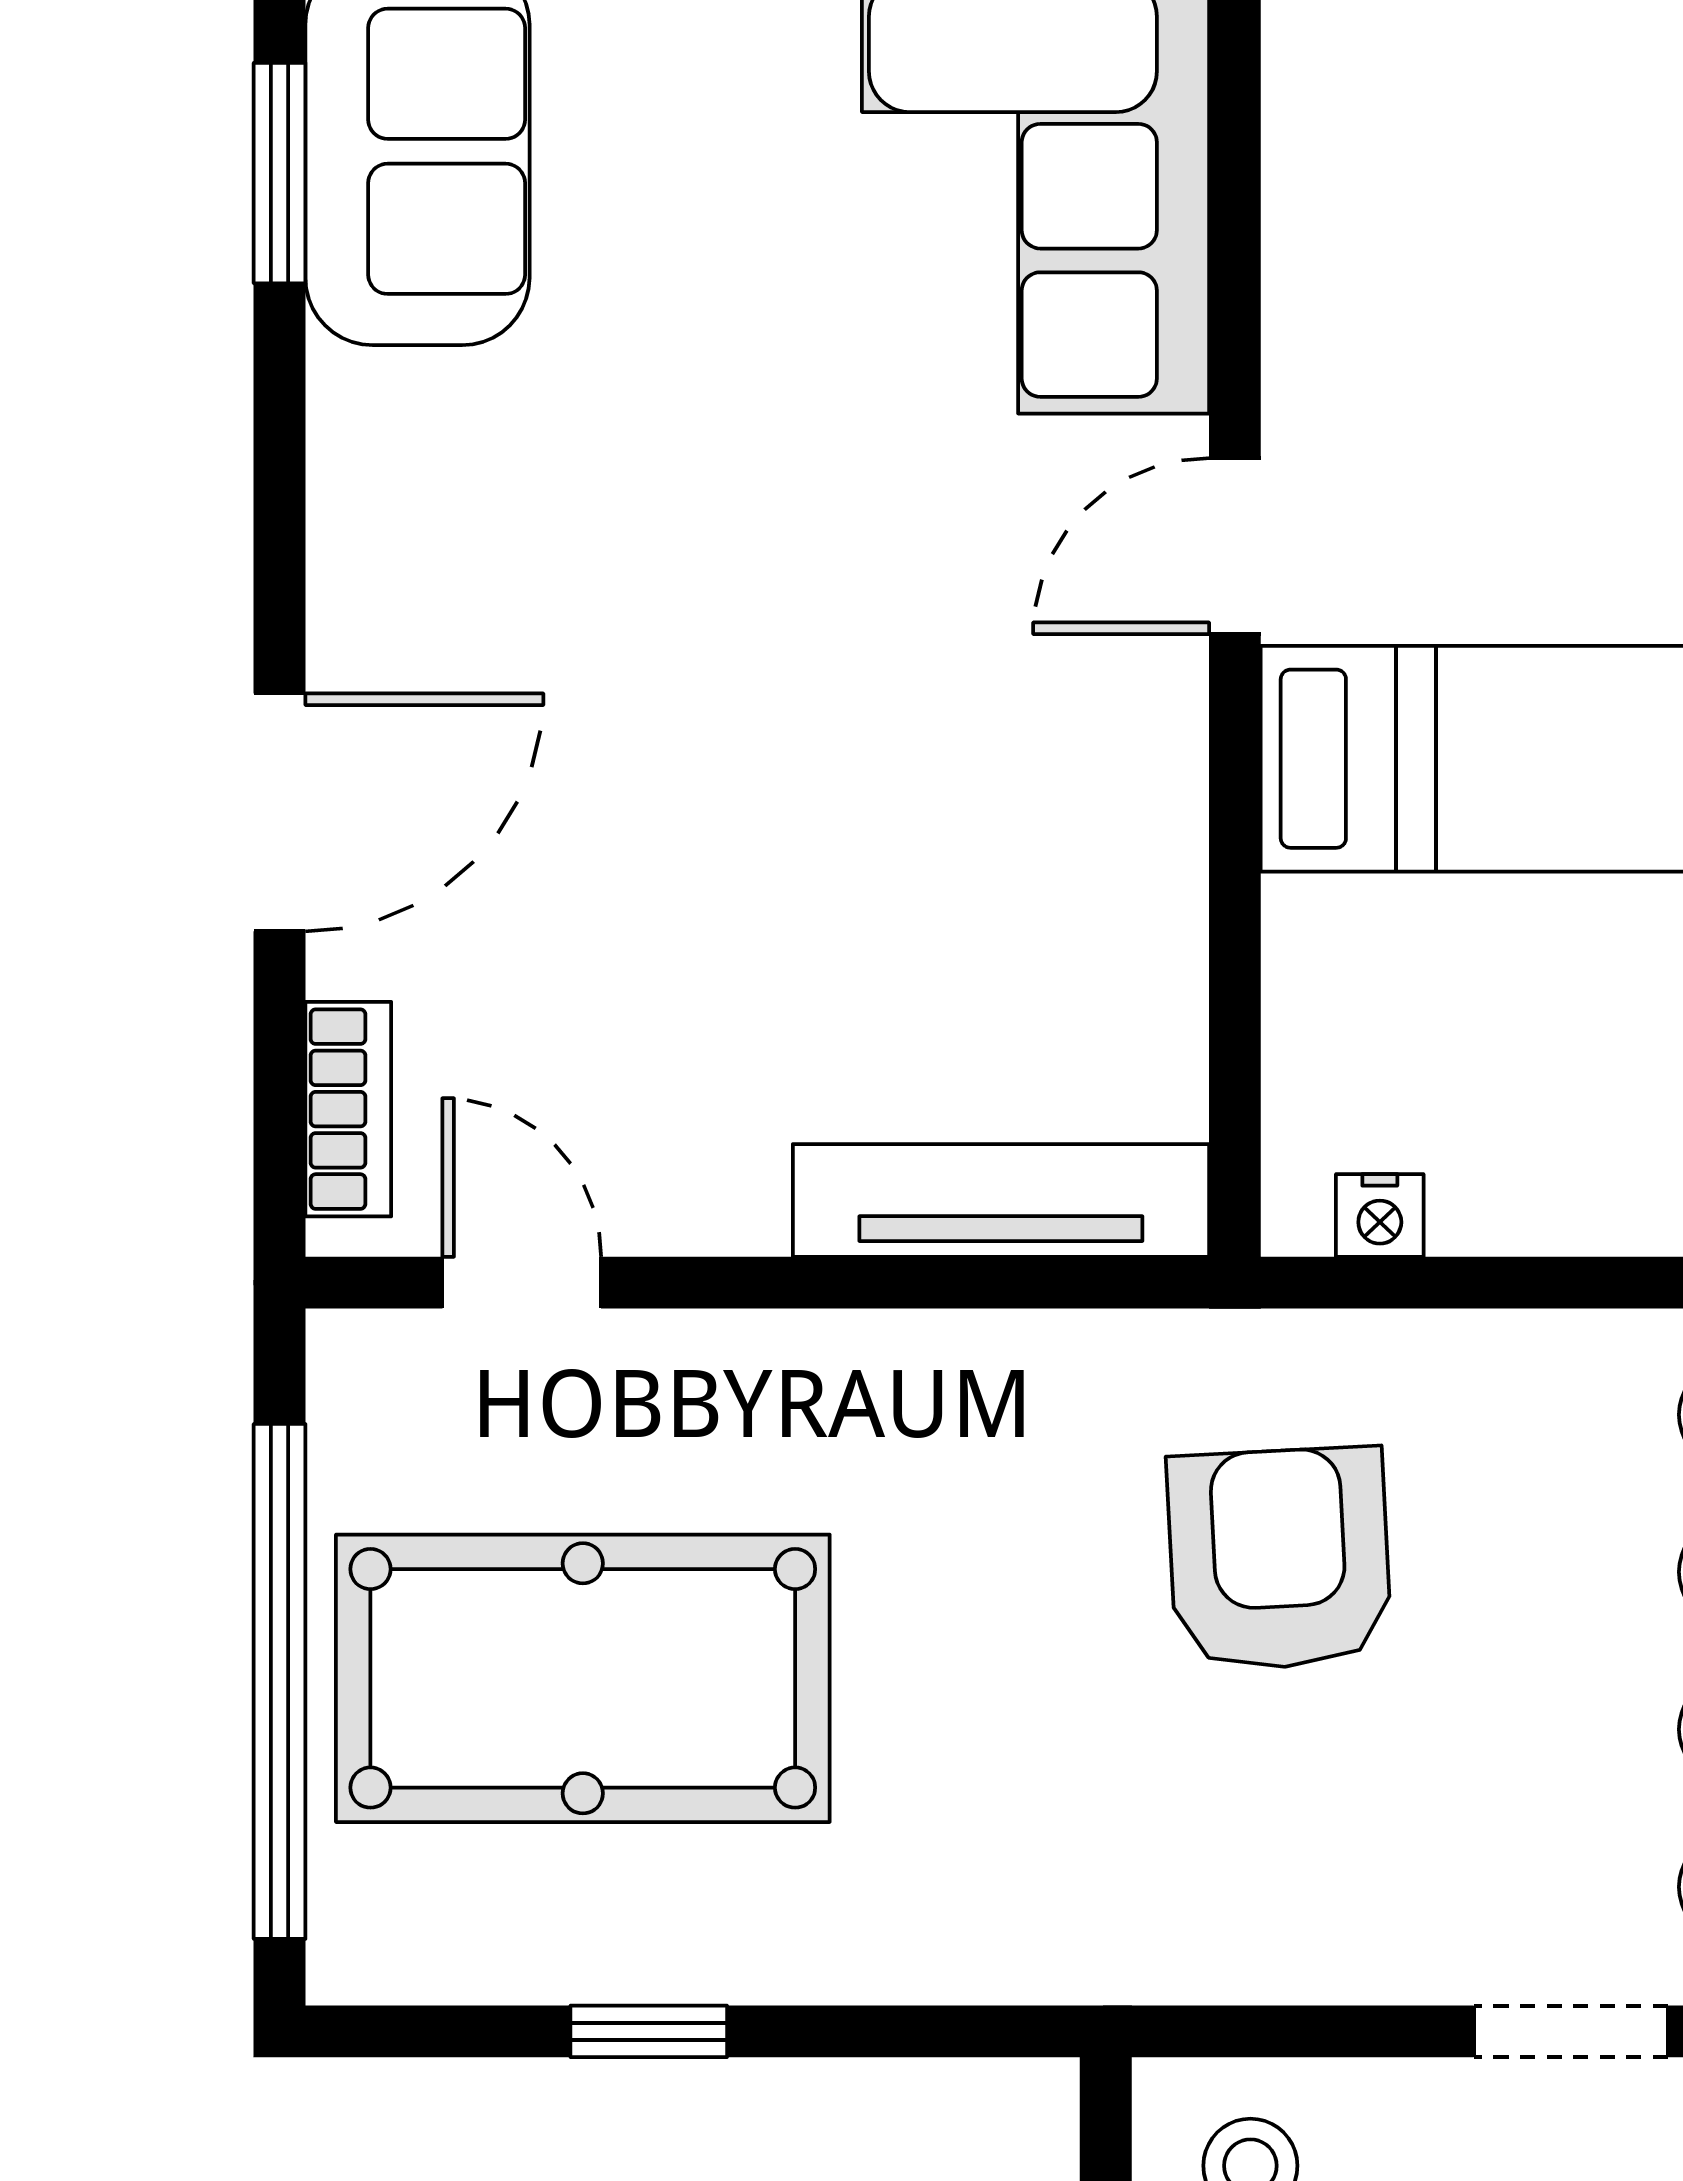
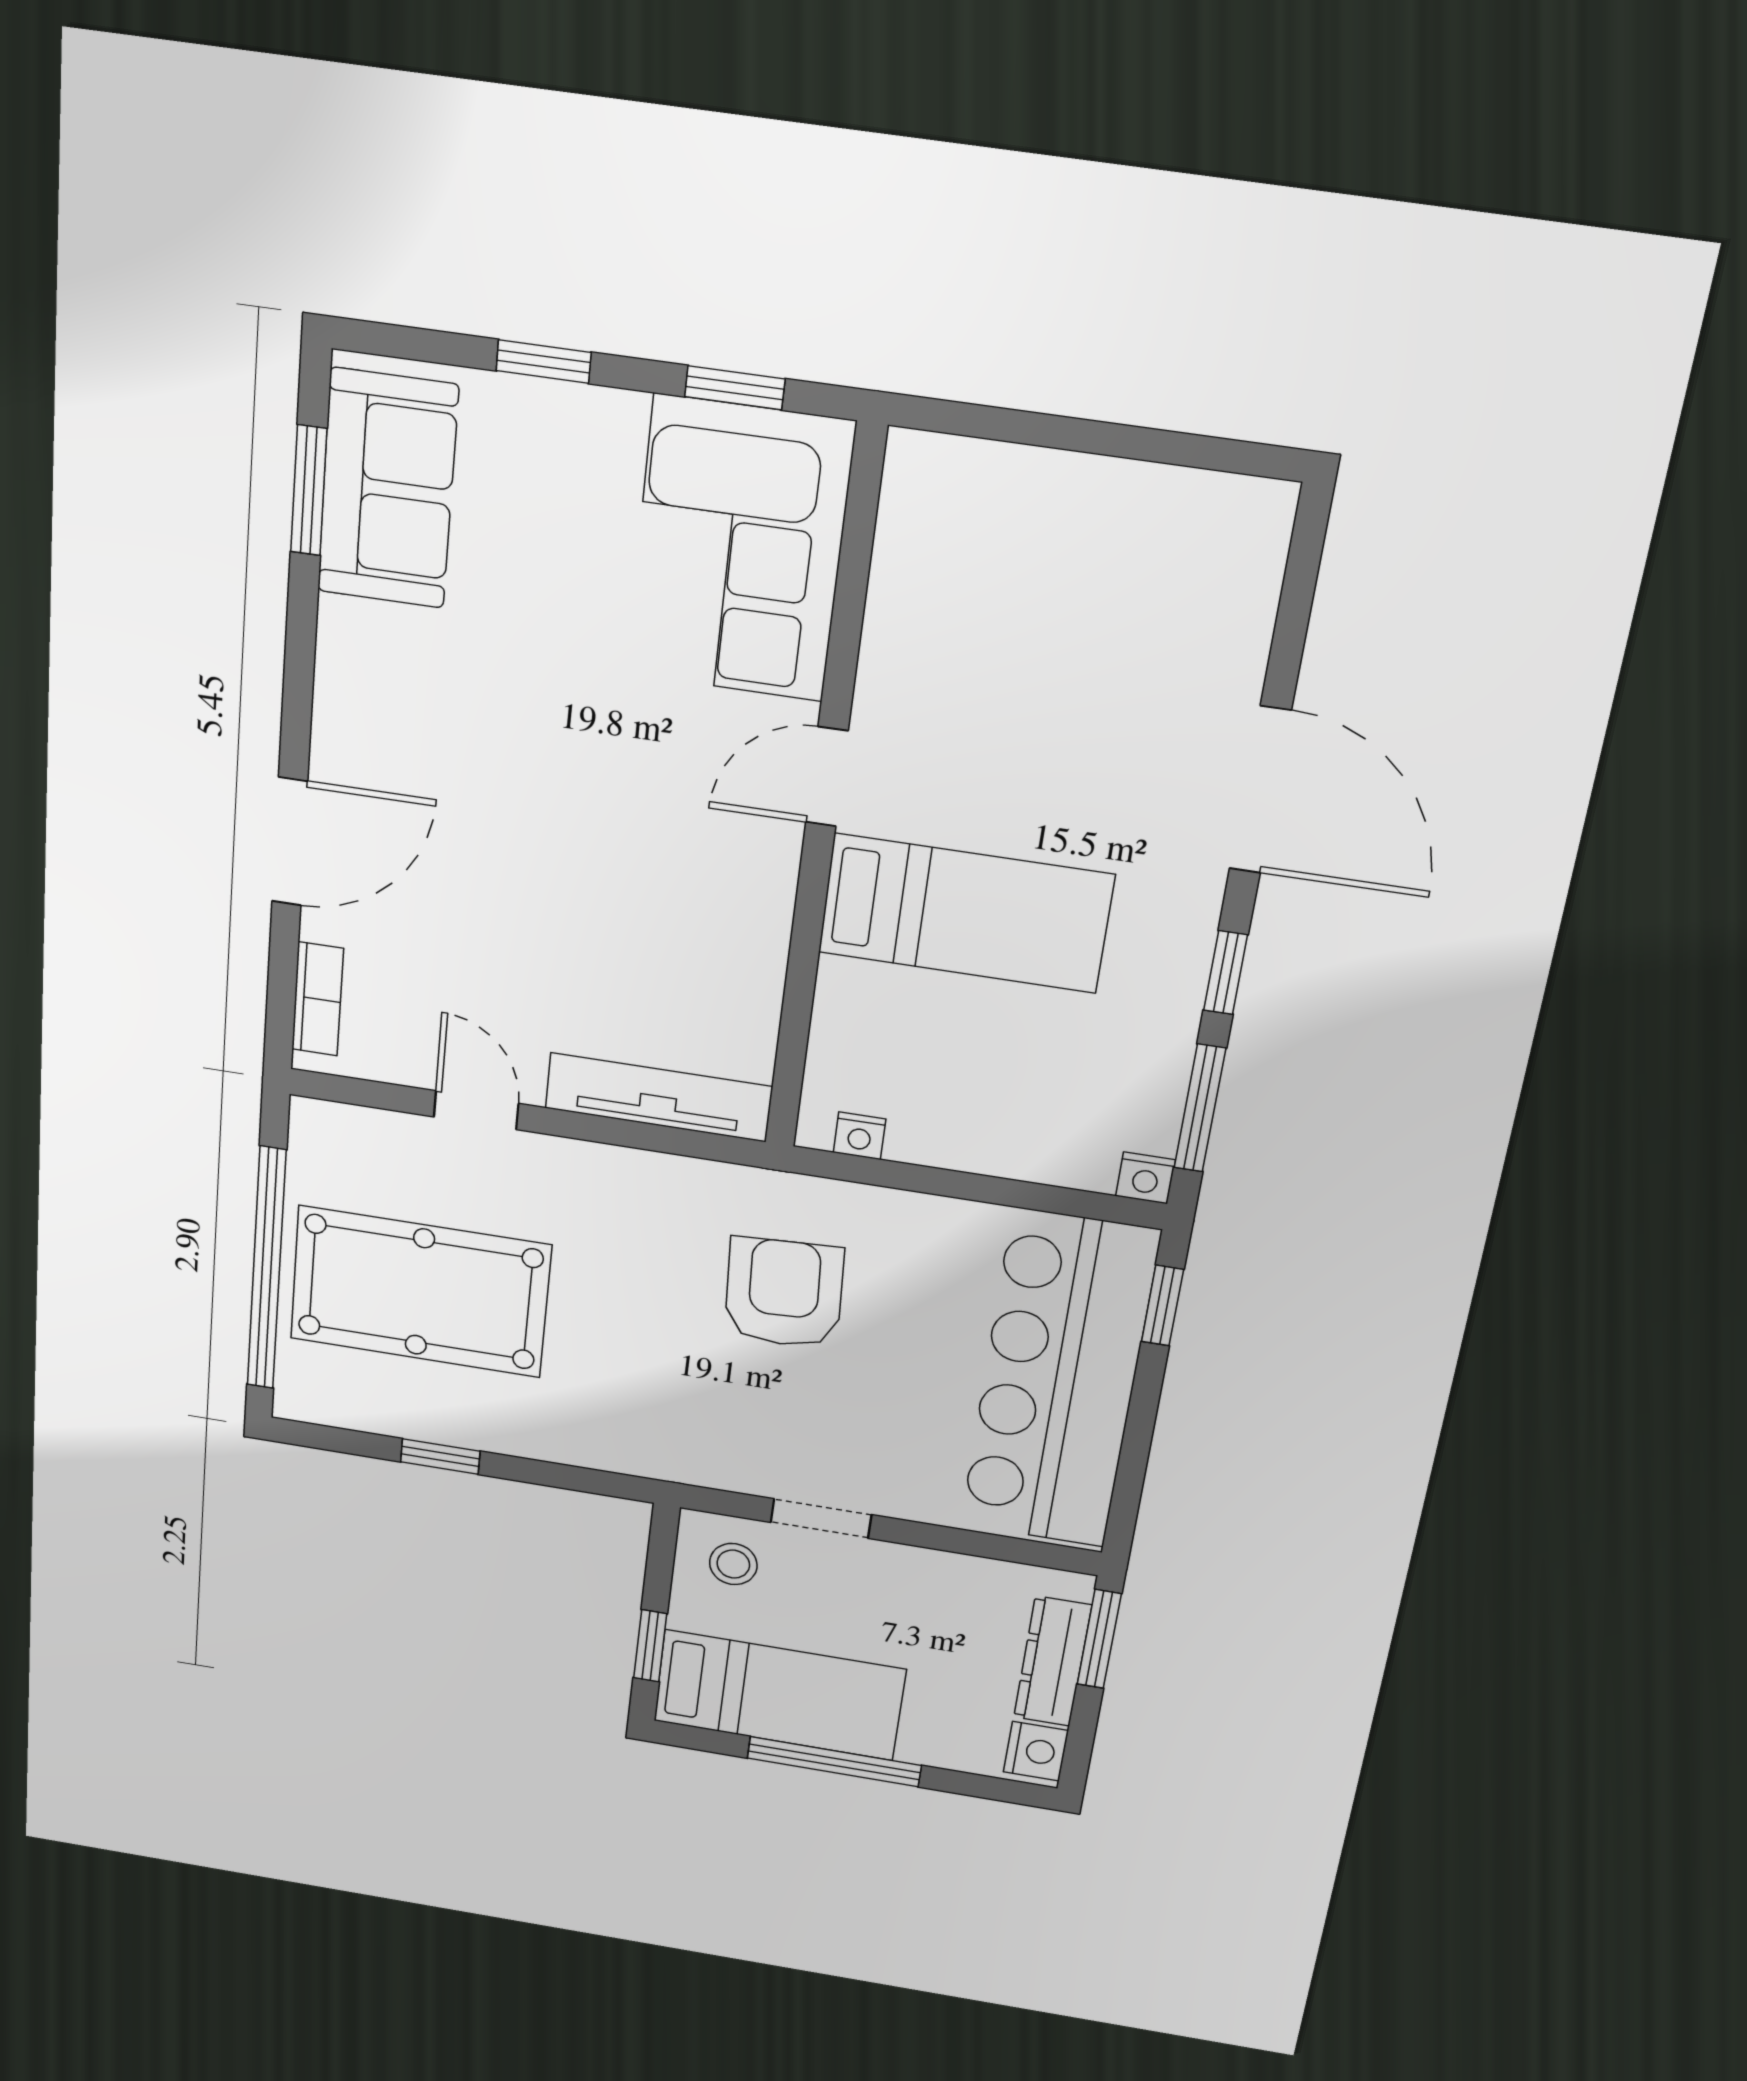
door: (522, 1283) -> (476, 1110), moved
doorway: (1571, 2031) -> (821, 1518), moved

